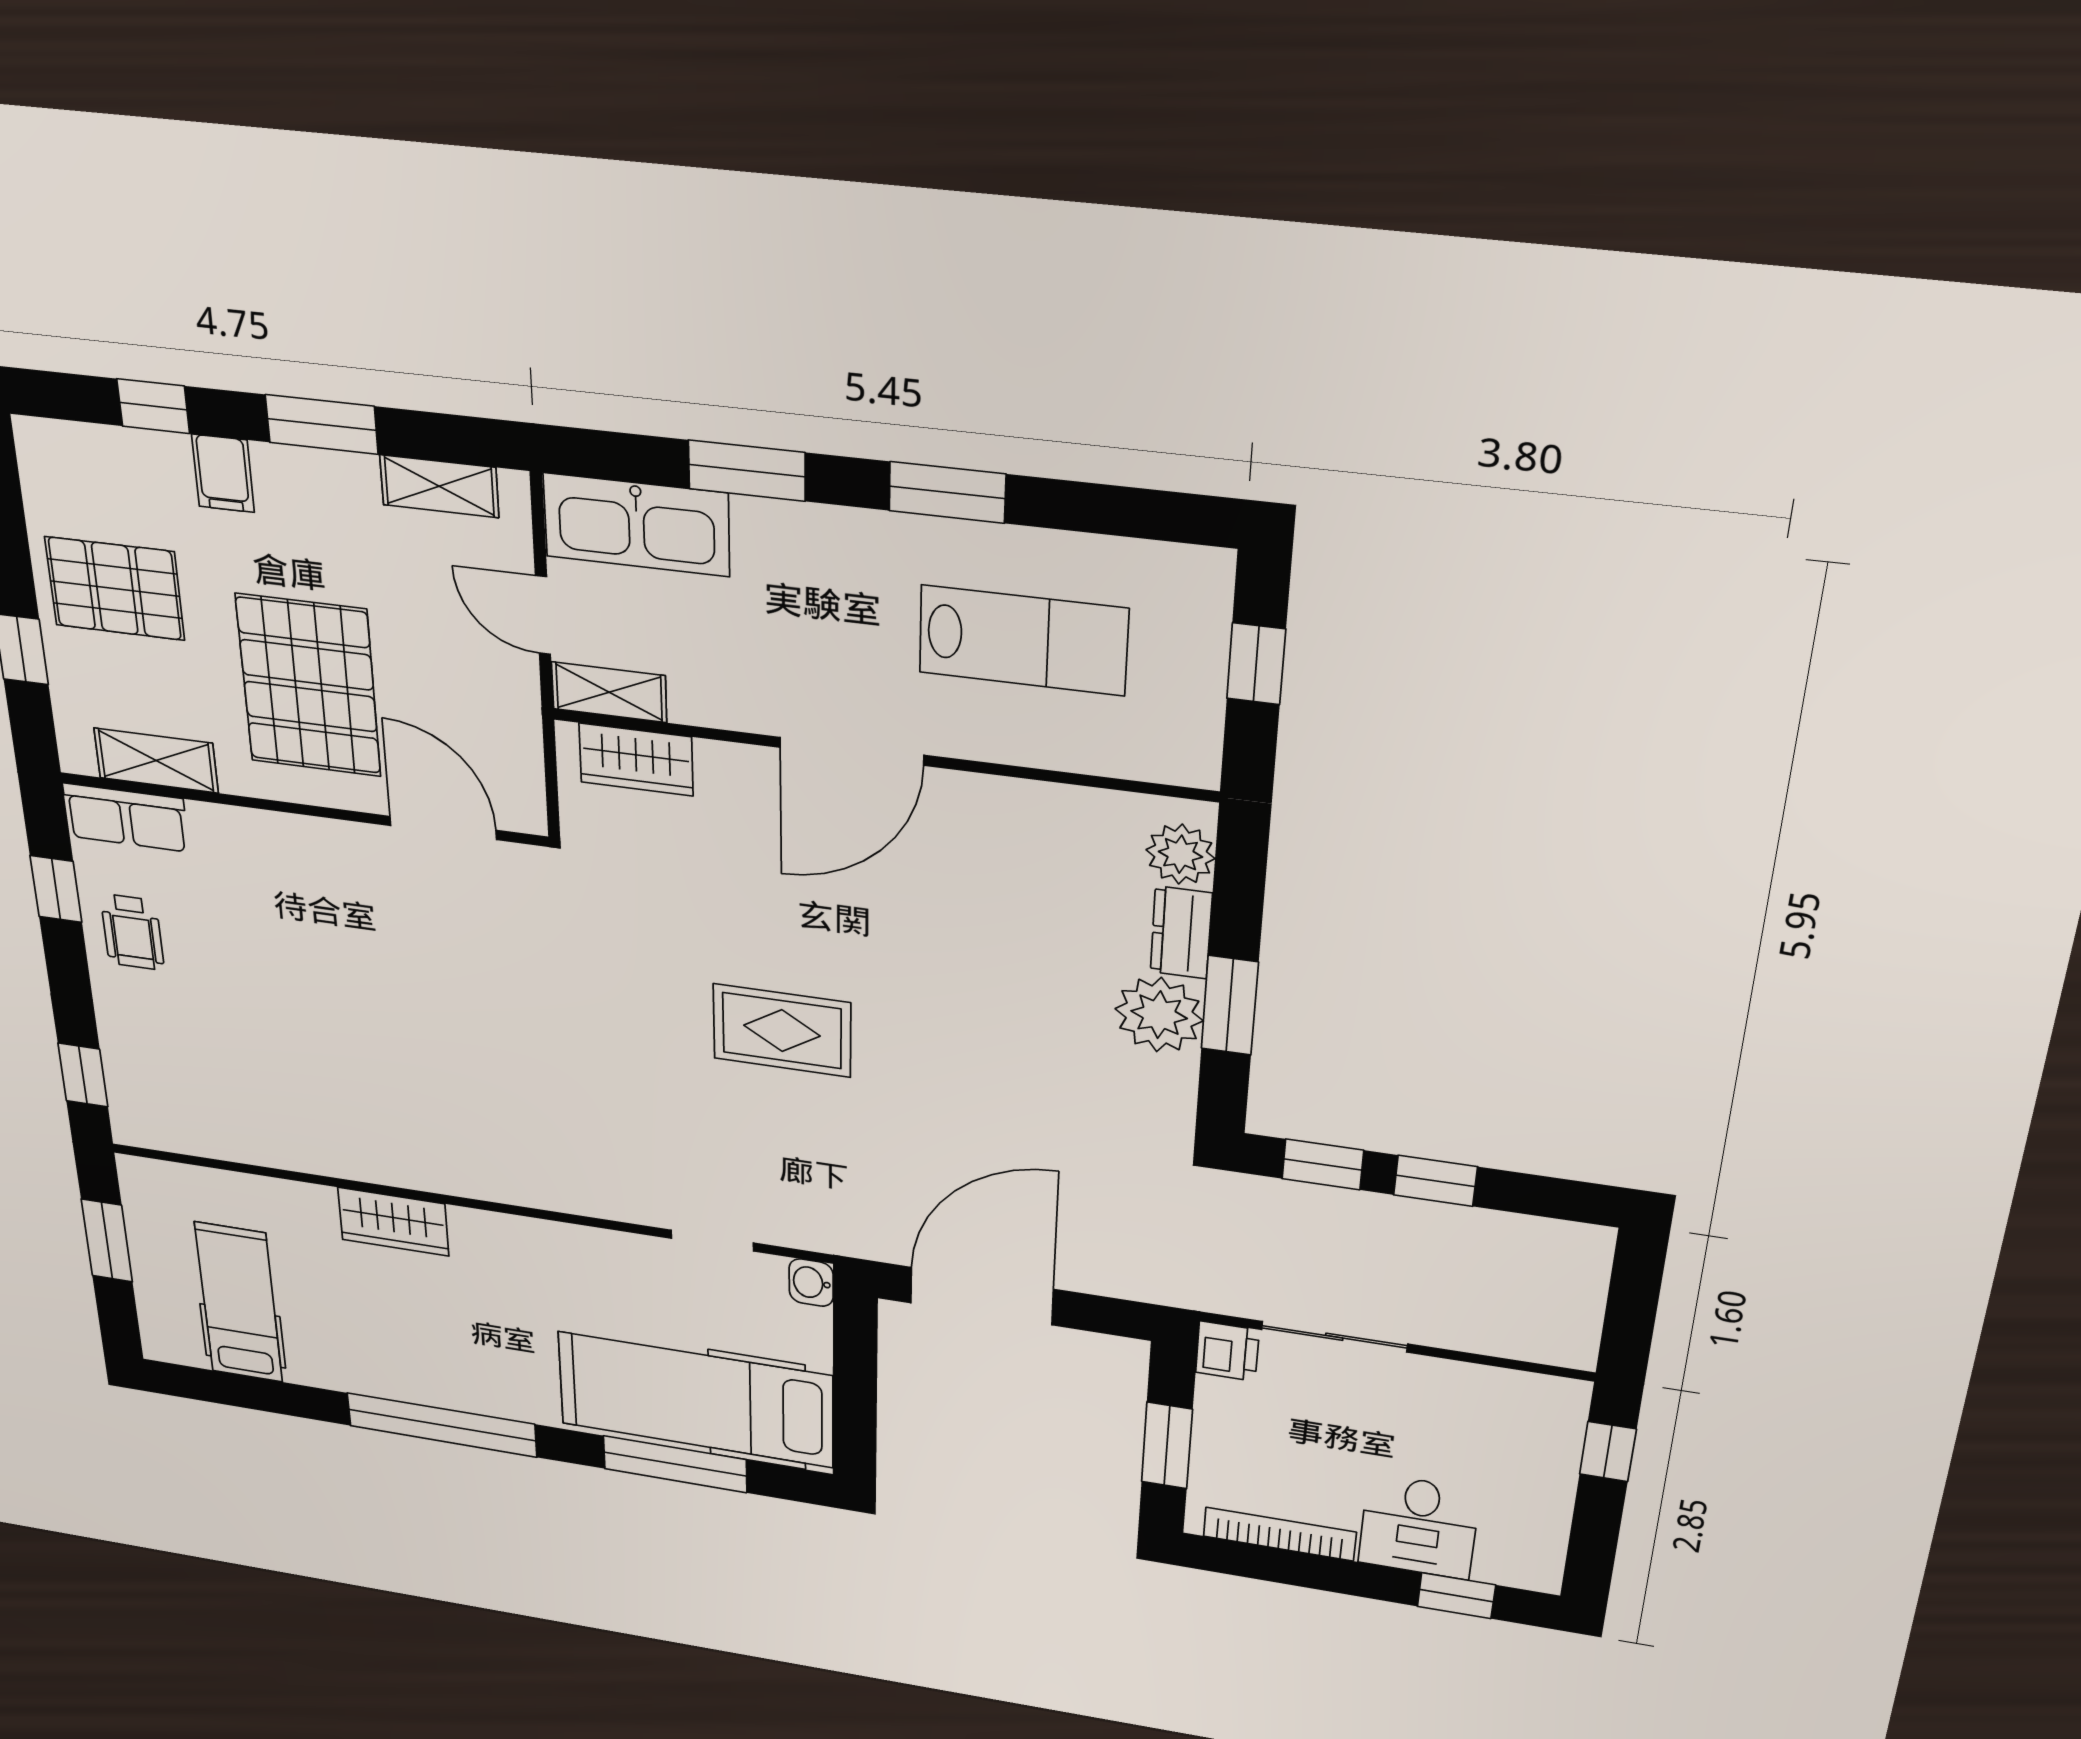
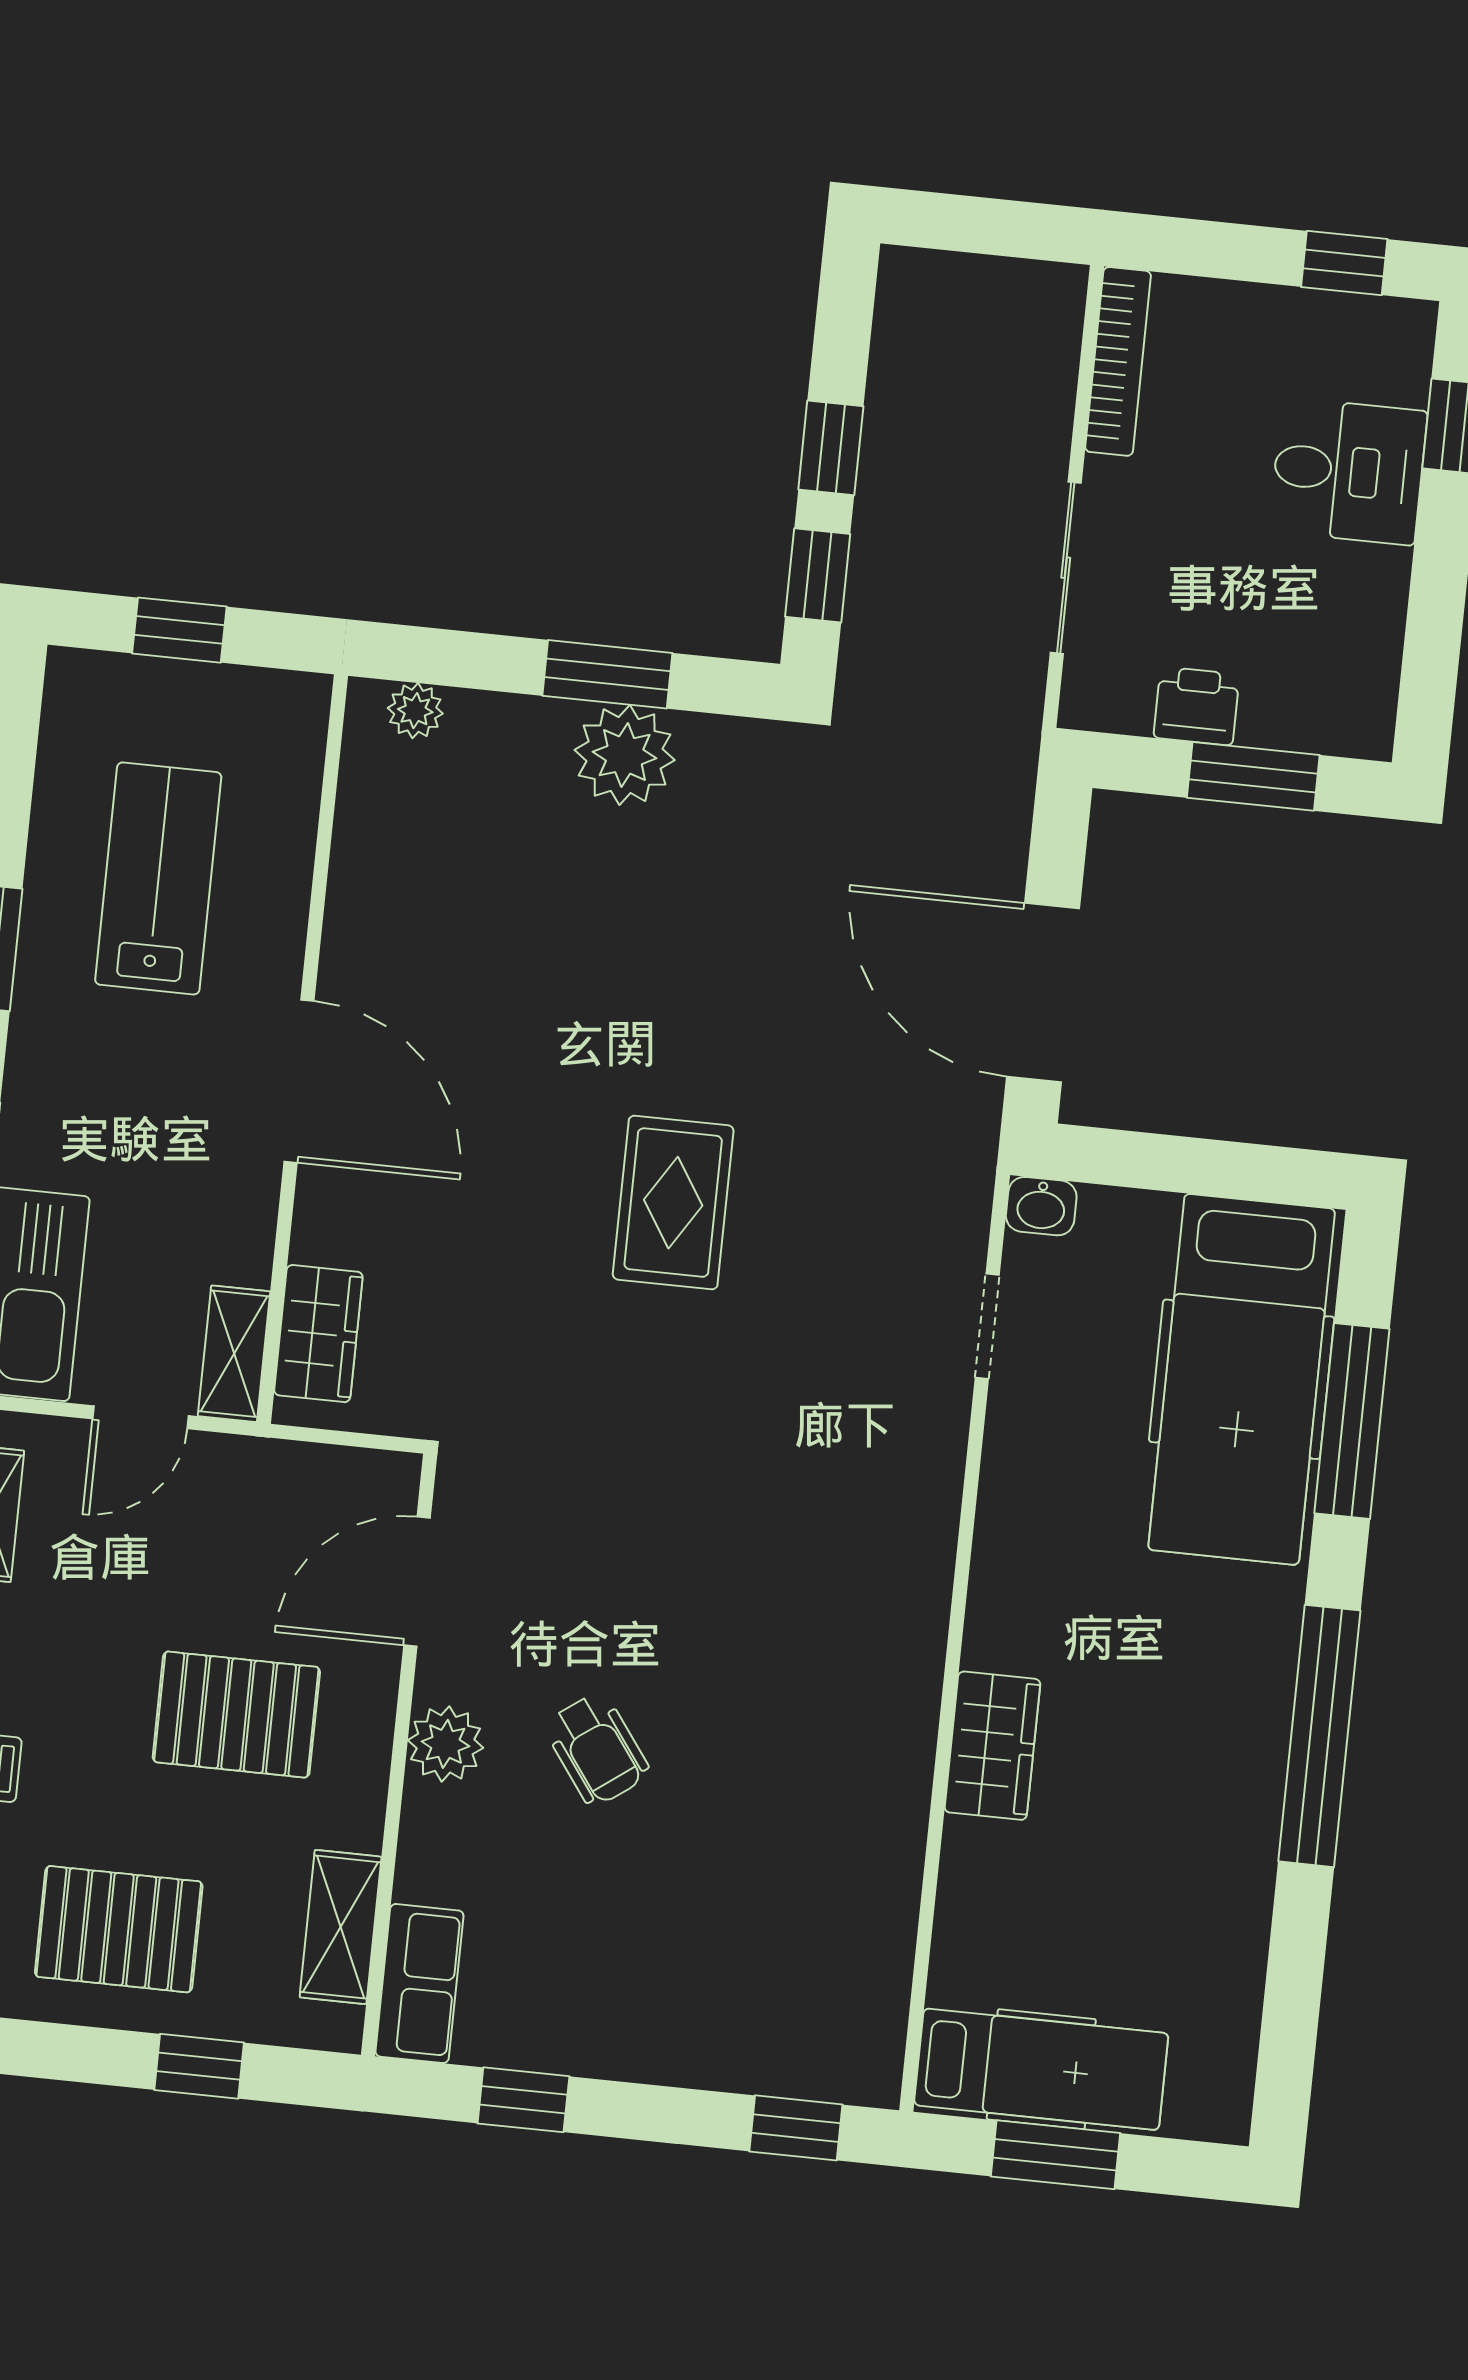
pallet: (115, 589) -> (119, 1929), turned 90
pallet: (308, 686) -> (236, 1715), width x0.73, depth x0.71
plant: (317, 844) -> (445, 1744), added
plant: (1180, 854) -> (415, 711), width x0.73, depth x0.73
wheelchair: (132, 932) -> (597, 1749), moved, turned 54
dresser: (1181, 933) -> (515, 725), removed
hospital bed: (239, 1303) -> (1041, 2069), moved, turned 180
printer: (1227, 1351) -> (1196, 706), moved
window: (1608, 1452) -> (1344, 263), moved
bookcase: (1280, 1534) -> (1118, 361), moved, turned 180

